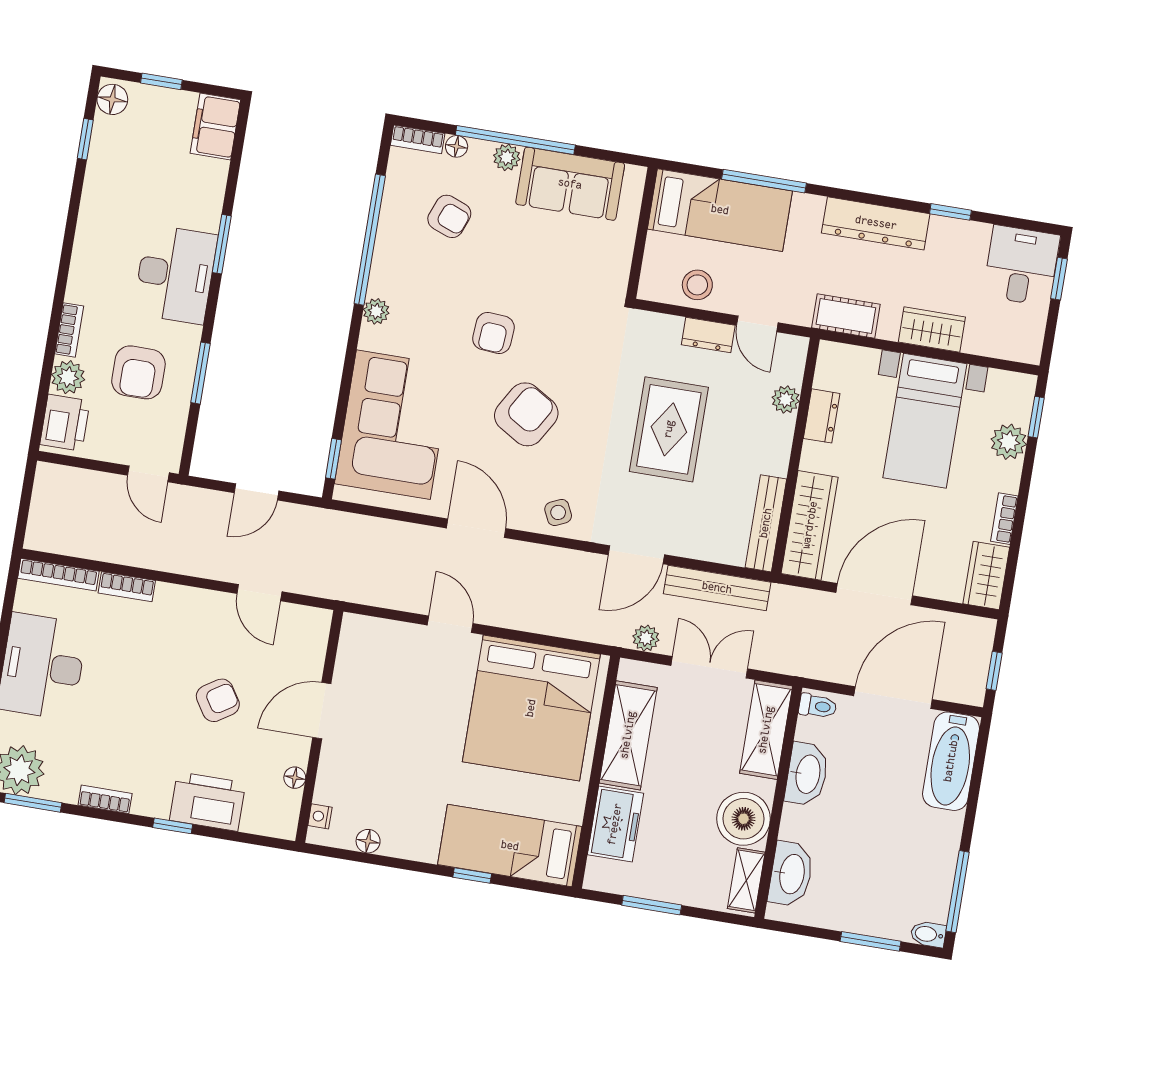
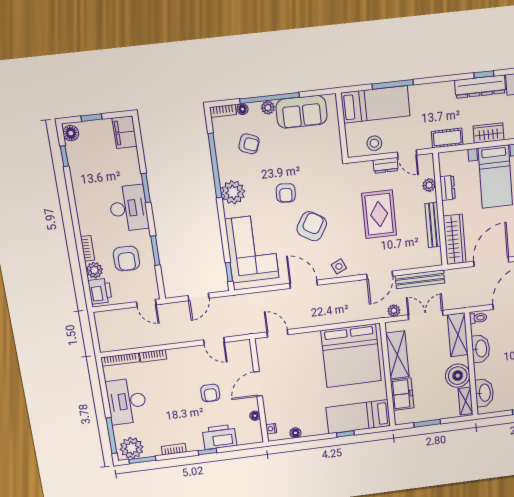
dresser: (876, 223) -> (480, 87), moved
plant: (376, 311) -> (233, 192), width x1.87, depth x1.87
bench: (766, 523) -> (433, 225), moved
door: (450, 624) -> (277, 333), moved
armchair: (218, 700) -> (210, 393), turned 123

